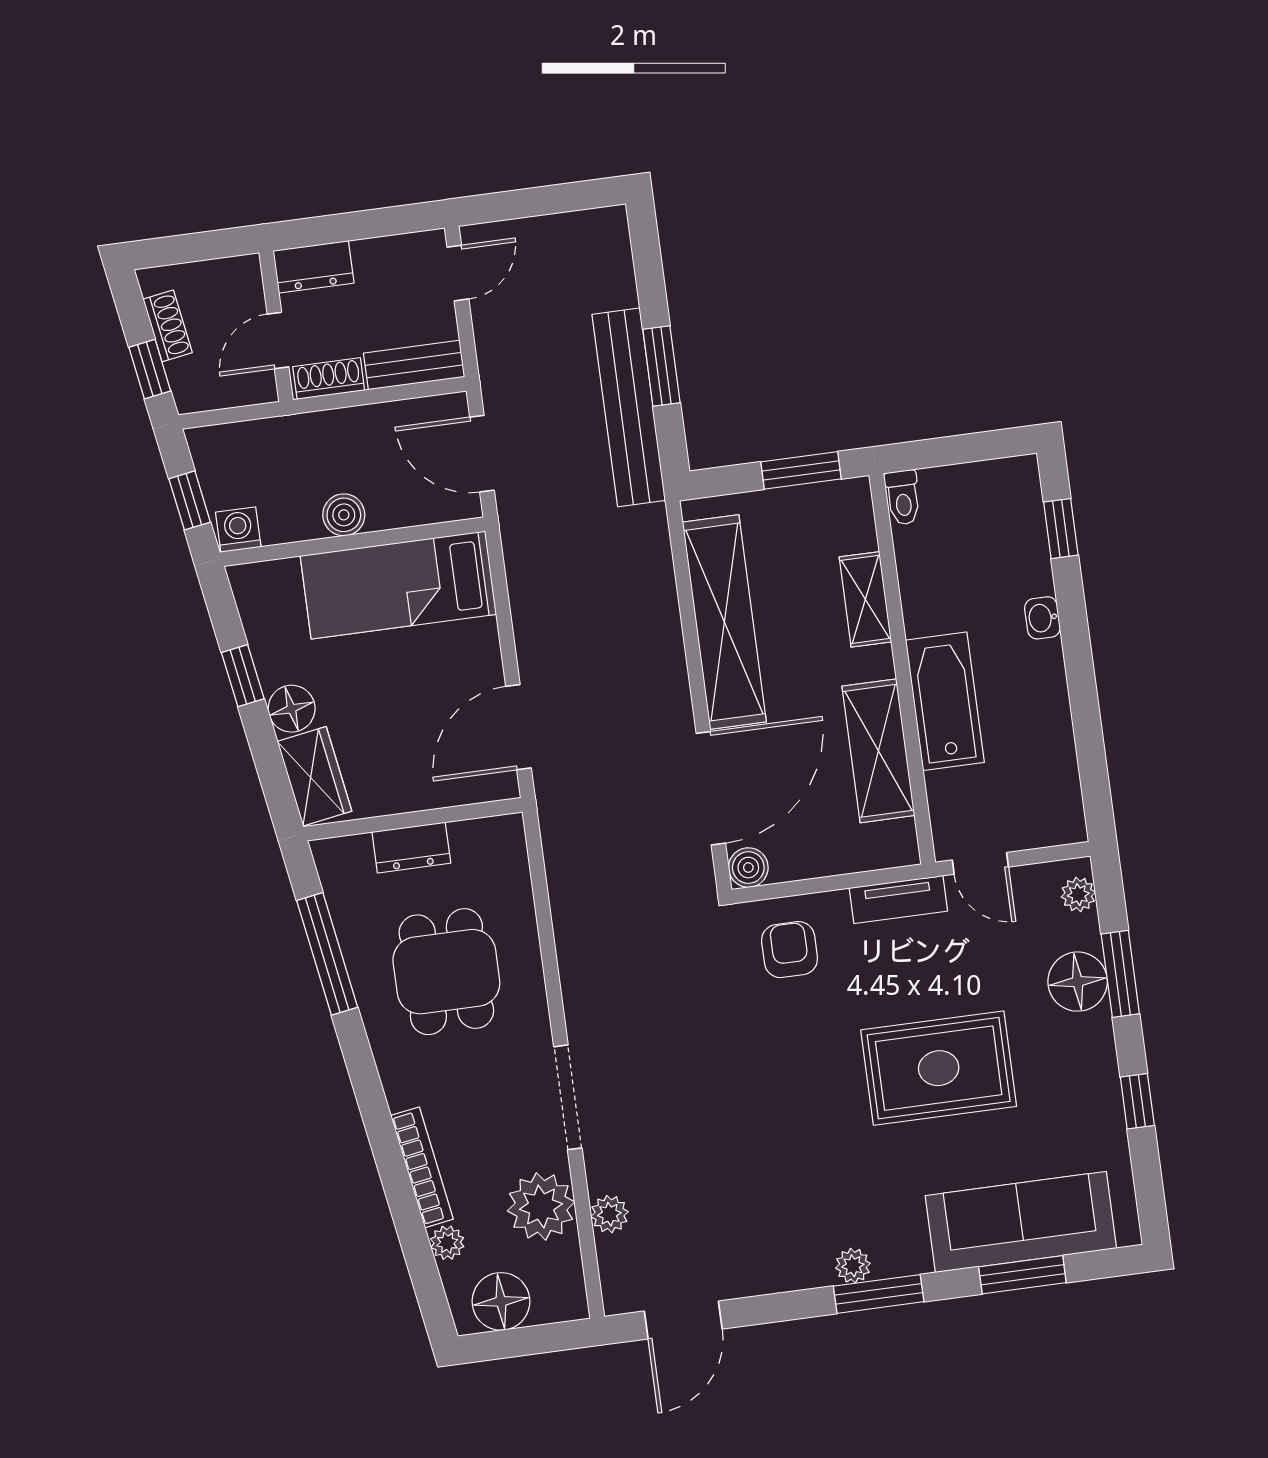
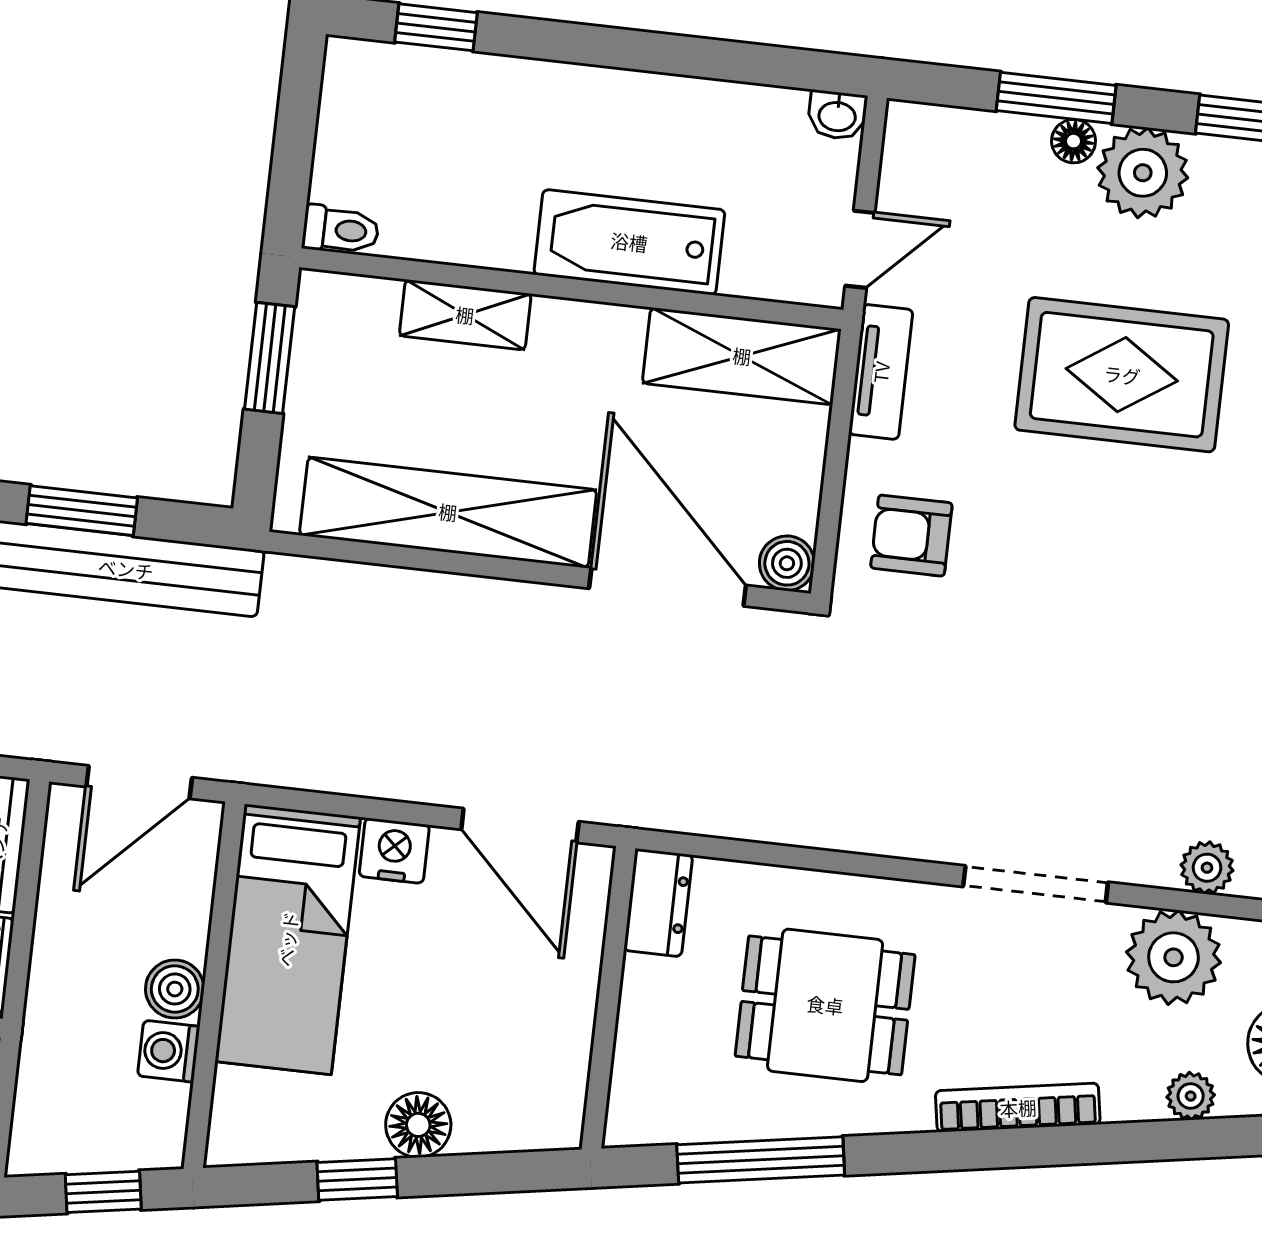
washing machine: (238, 530) -> (169, 1051), moved
washbasin: (1042, 618) -> (837, 115), moved
nightstand: (479, 644) -> (394, 851), added
shelving: (878, 751) -> (742, 356), moved
wardrobe: (314, 776) -> (517, 1117), removed
dresser: (411, 847) -> (658, 903), moved
plant: (1078, 895) -> (1143, 173), moved, width x1.87, depth x1.87
floor lamp: (1078, 982) -> (1074, 141), width x0.53, depth x0.53
rug: (939, 1068) -> (1122, 375), turned 90
bookcase: (422, 1167) -> (1018, 1108), moved

